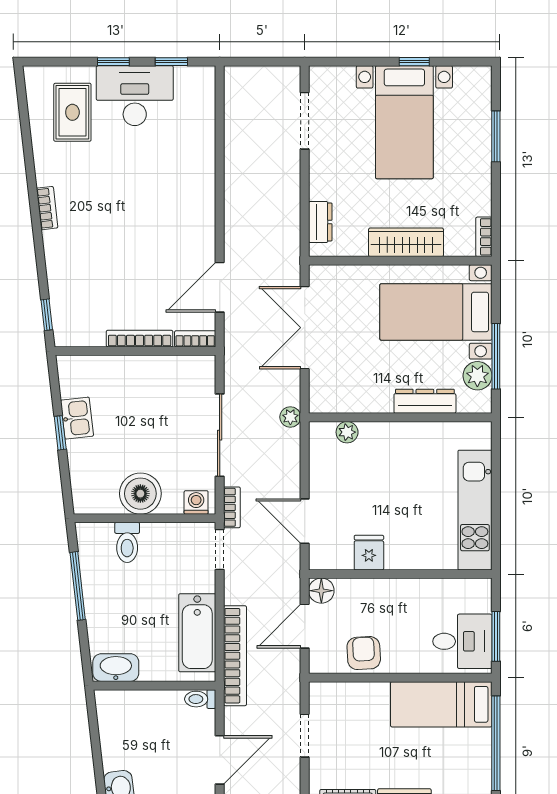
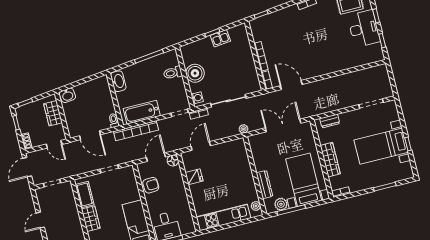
plant: (347, 432) -> (256, 206), moved
door: (305, 626) -> (156, 157), hinge flipped

